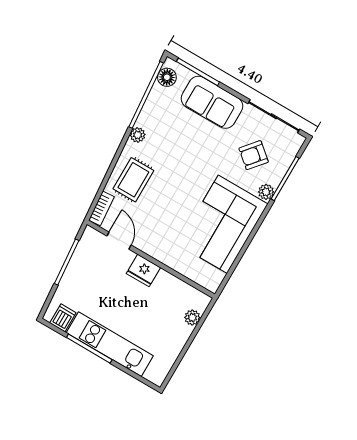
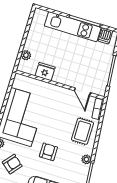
armchair: (193, 161) -> (48, 152), added
fridge: (143, 270) -> (45, 72), moved

